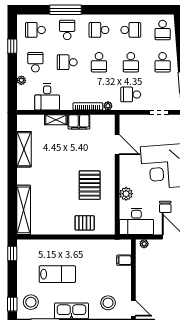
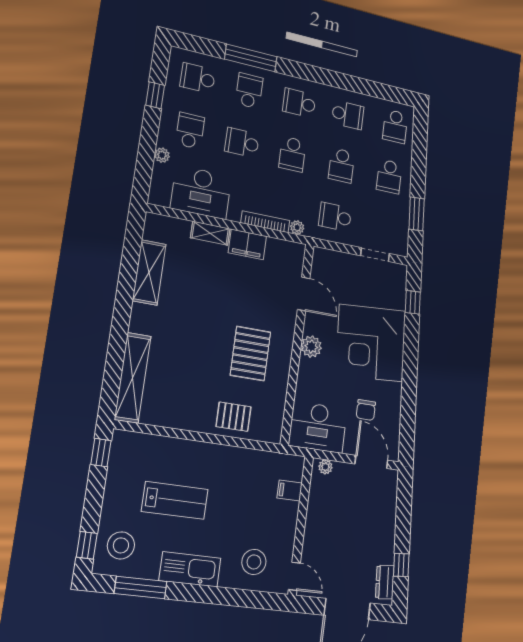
desk: (47, 97) -> (201, 192), width x1.37
plant: (126, 194) -> (311, 347), moved

